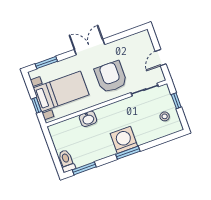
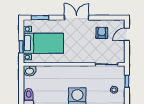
door: (161, 58) -> (127, 34), moved
armchair: (111, 77) -> (102, 33), moved, width x0.53, depth x0.53
washbasin: (88, 119) -> (30, 71), moved

